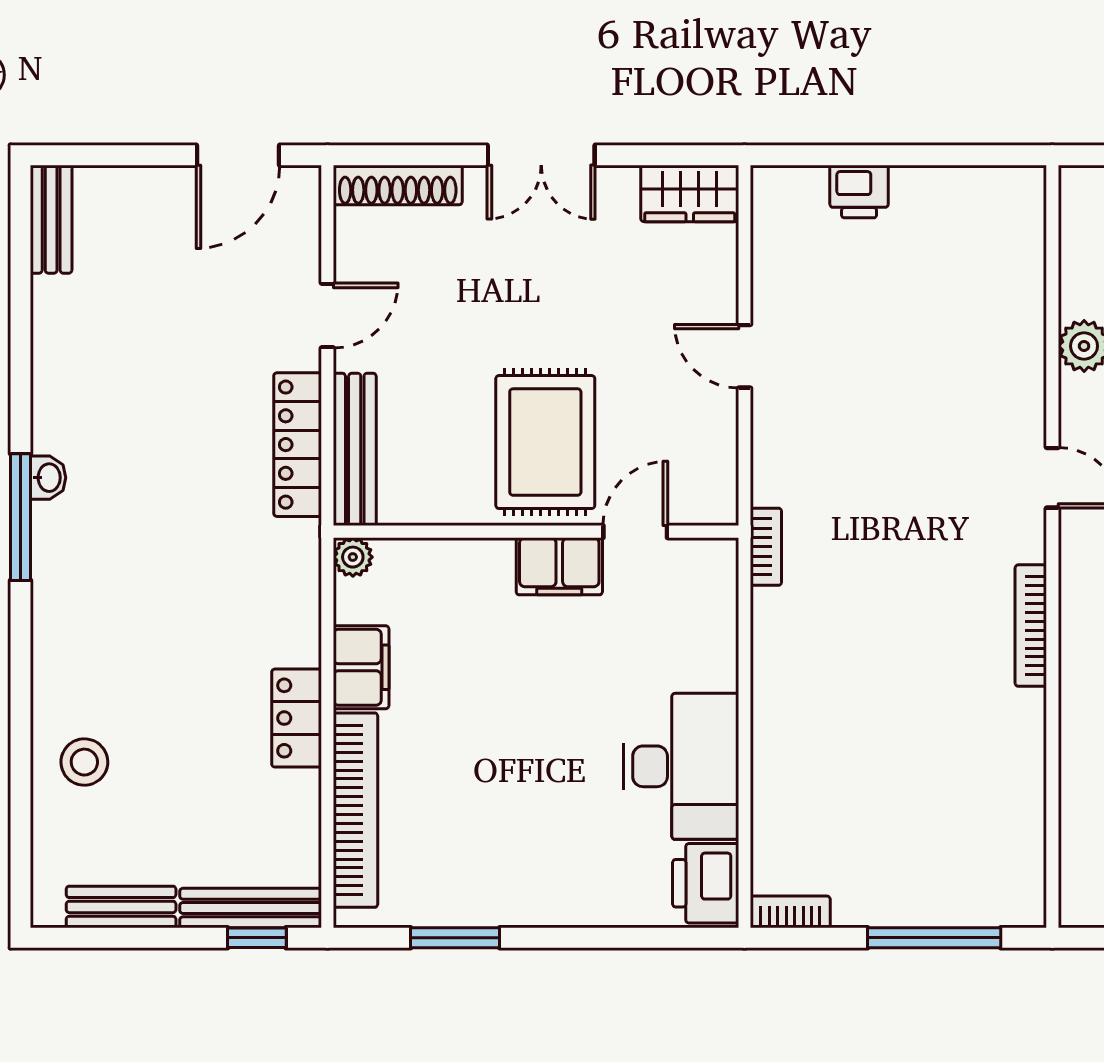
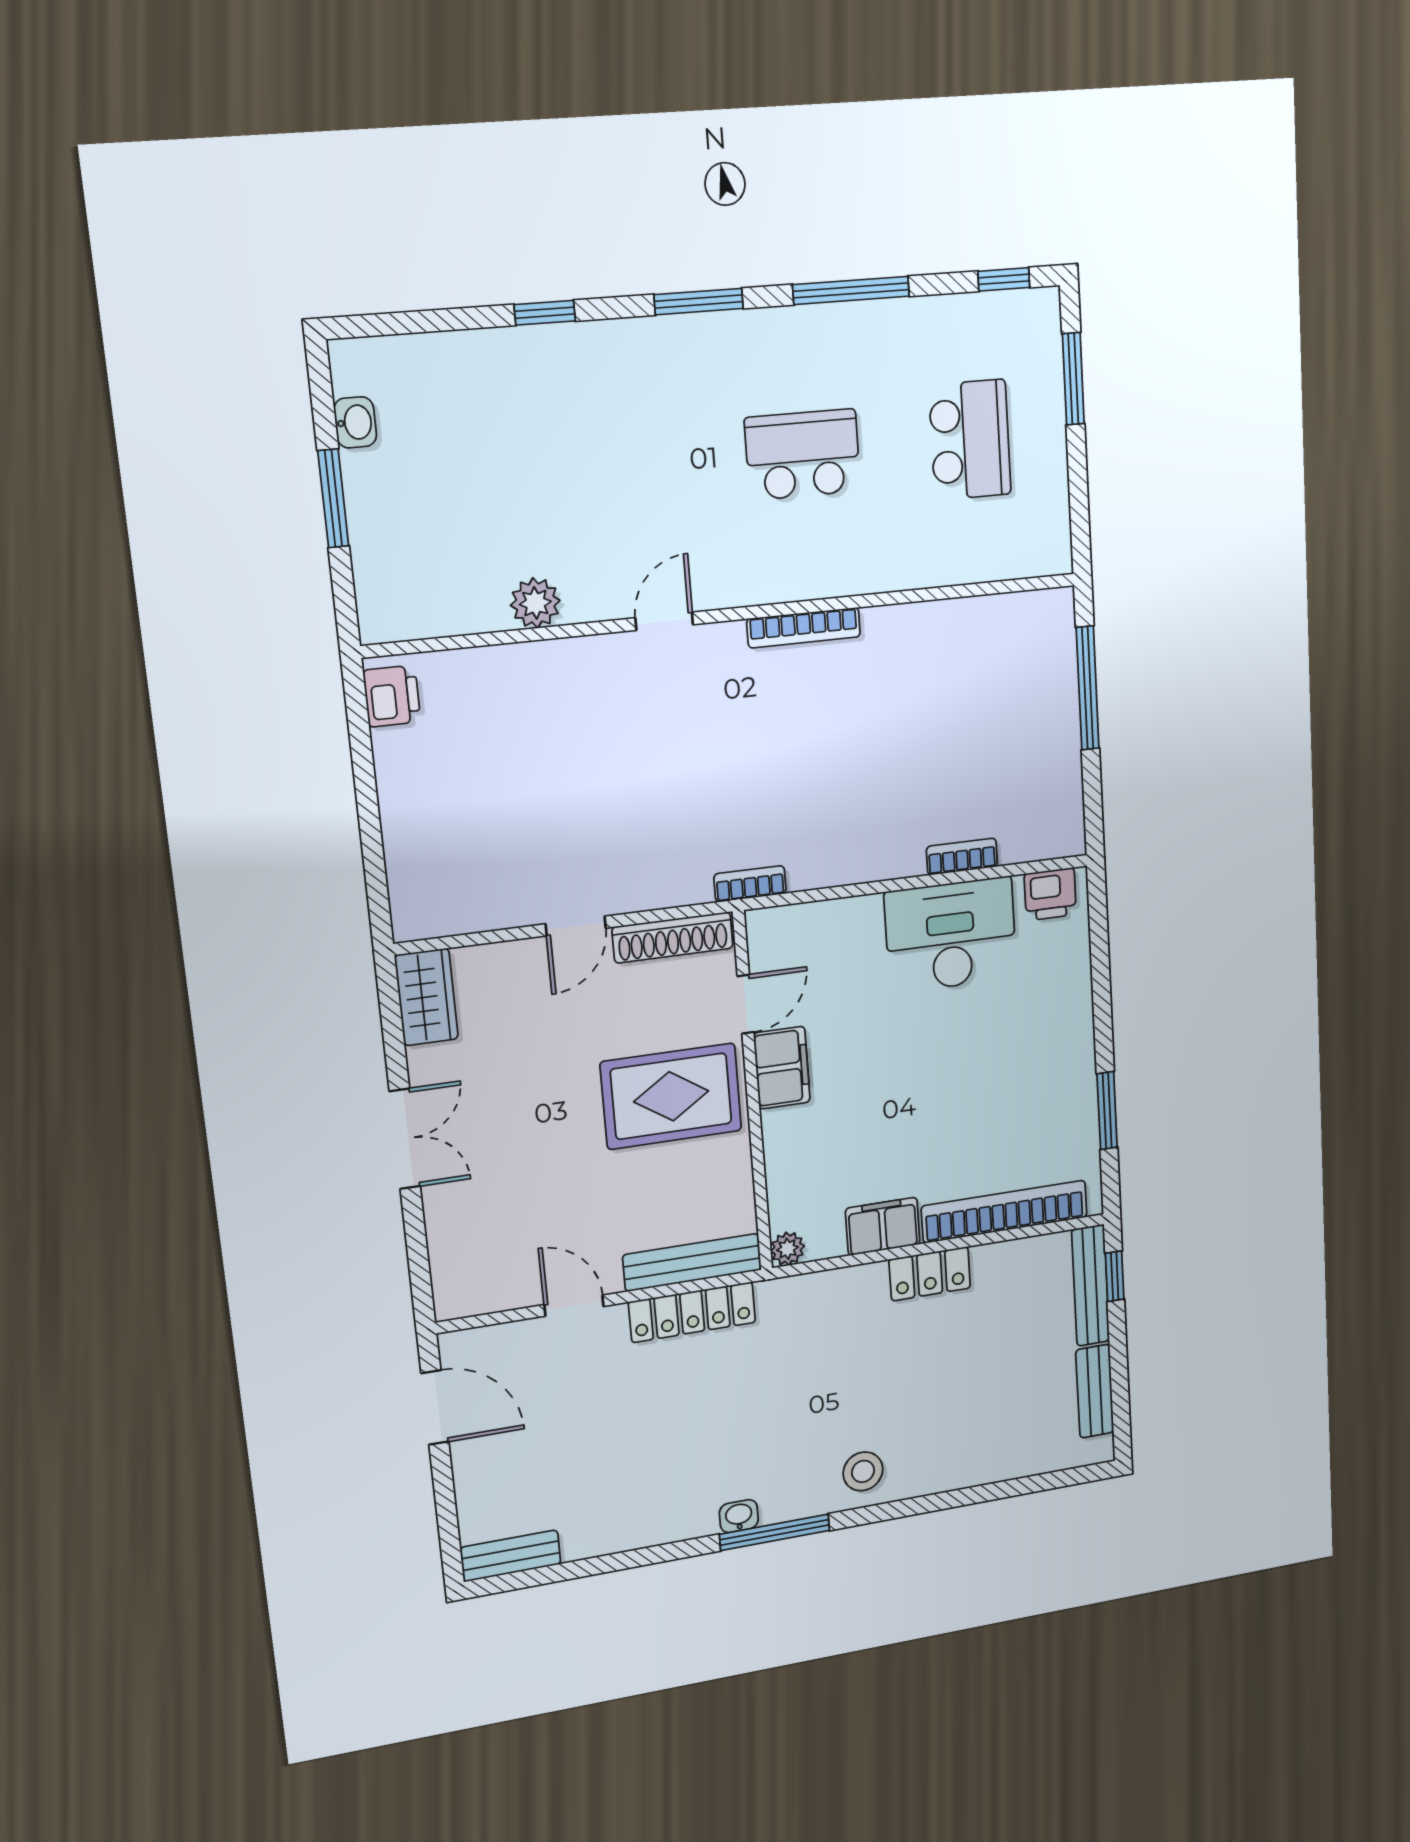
shoe rack: (398, 185) -> (673, 938), moved, turned 90
printer: (859, 192) -> (392, 696), moved
door: (635, 532) -> (746, 1004), swing flipped
stool: (84, 762) -> (863, 1471), moved
printer: (706, 883) -> (1050, 894), width x0.73, depth x0.81
bookcase: (790, 912) -> (962, 857), moved, turned 90

